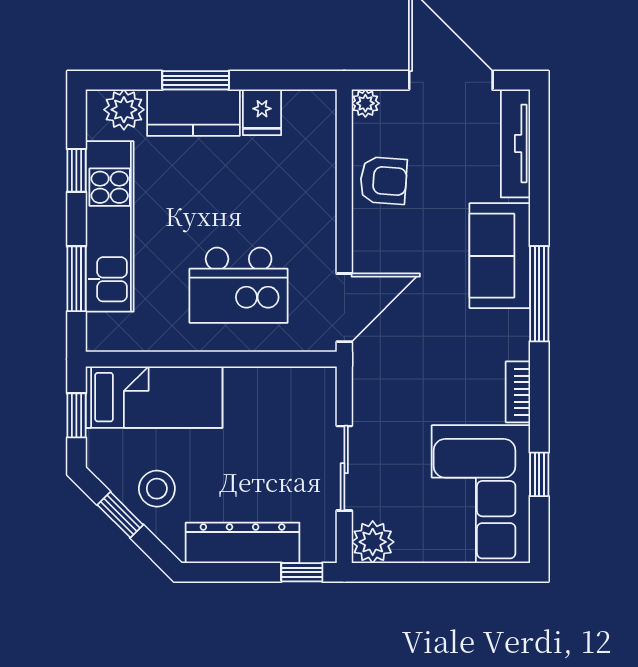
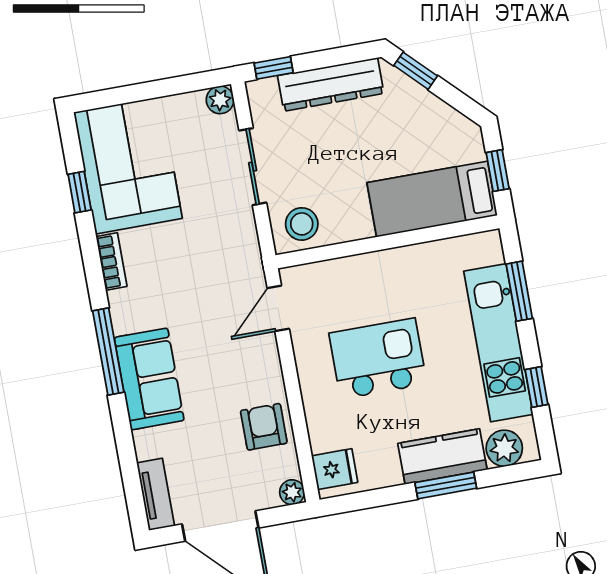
fridge: (262, 112) -> (335, 469), moved, turned 90
tv unit: (515, 143) -> (156, 494), width x0.71
armchair: (383, 181) -> (264, 427), turned 86
kitchen island: (239, 285) -> (378, 359), moved
door: (344, 308) -> (278, 308), width x0.73
stool: (157, 489) -> (302, 224), moved
window: (120, 515) -> (416, 71), moved
plant: (373, 542) -> (220, 100), width x0.73, depth x0.73

